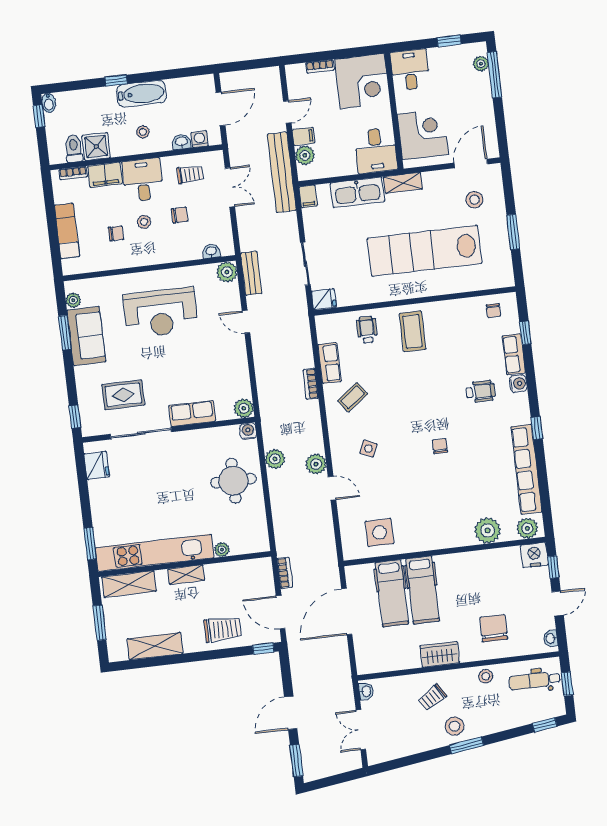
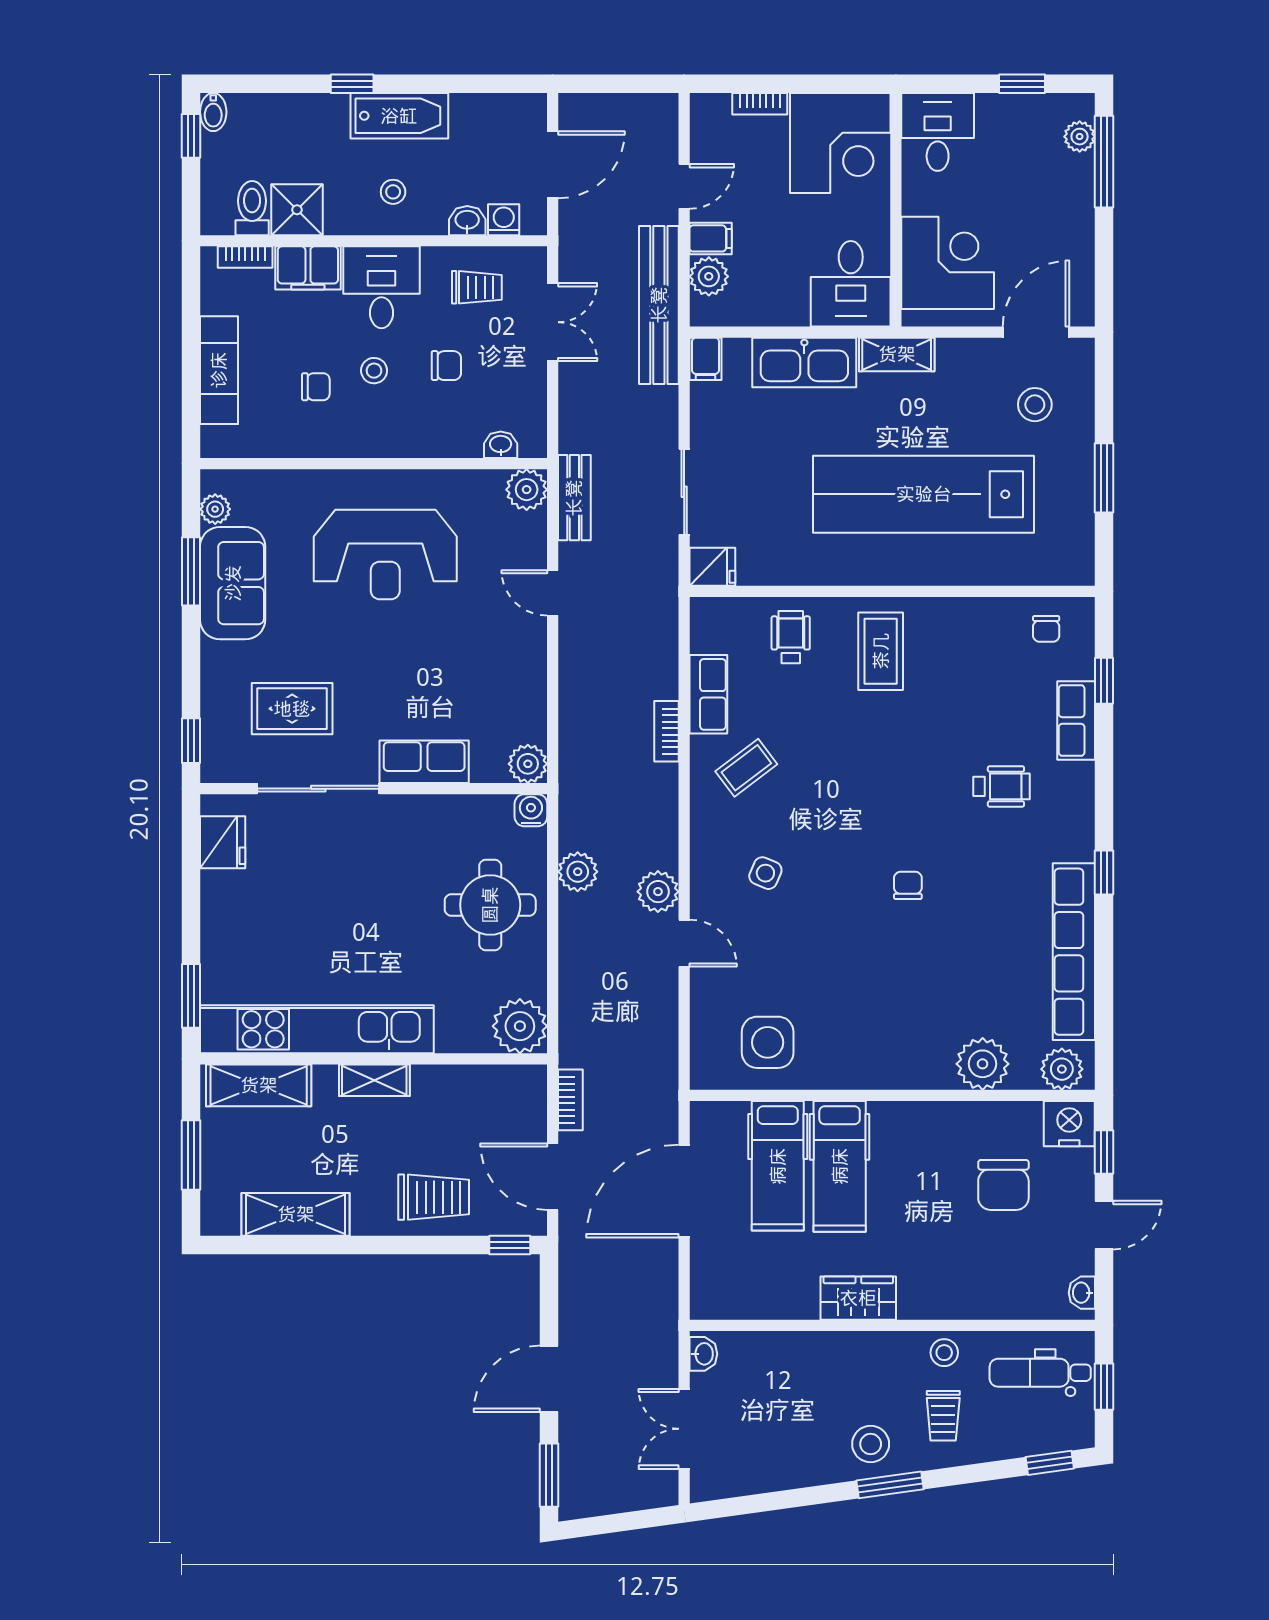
water cooler: (518, 384) -> (1078, 780), removed
plant: (222, 550) -> (520, 1026), moved, width x1.88, depth x1.88
chair: (494, 628) -> (1003, 1185), moved, turned 180
trolley: (432, 697) -> (943, 1416), moved, turned -58

